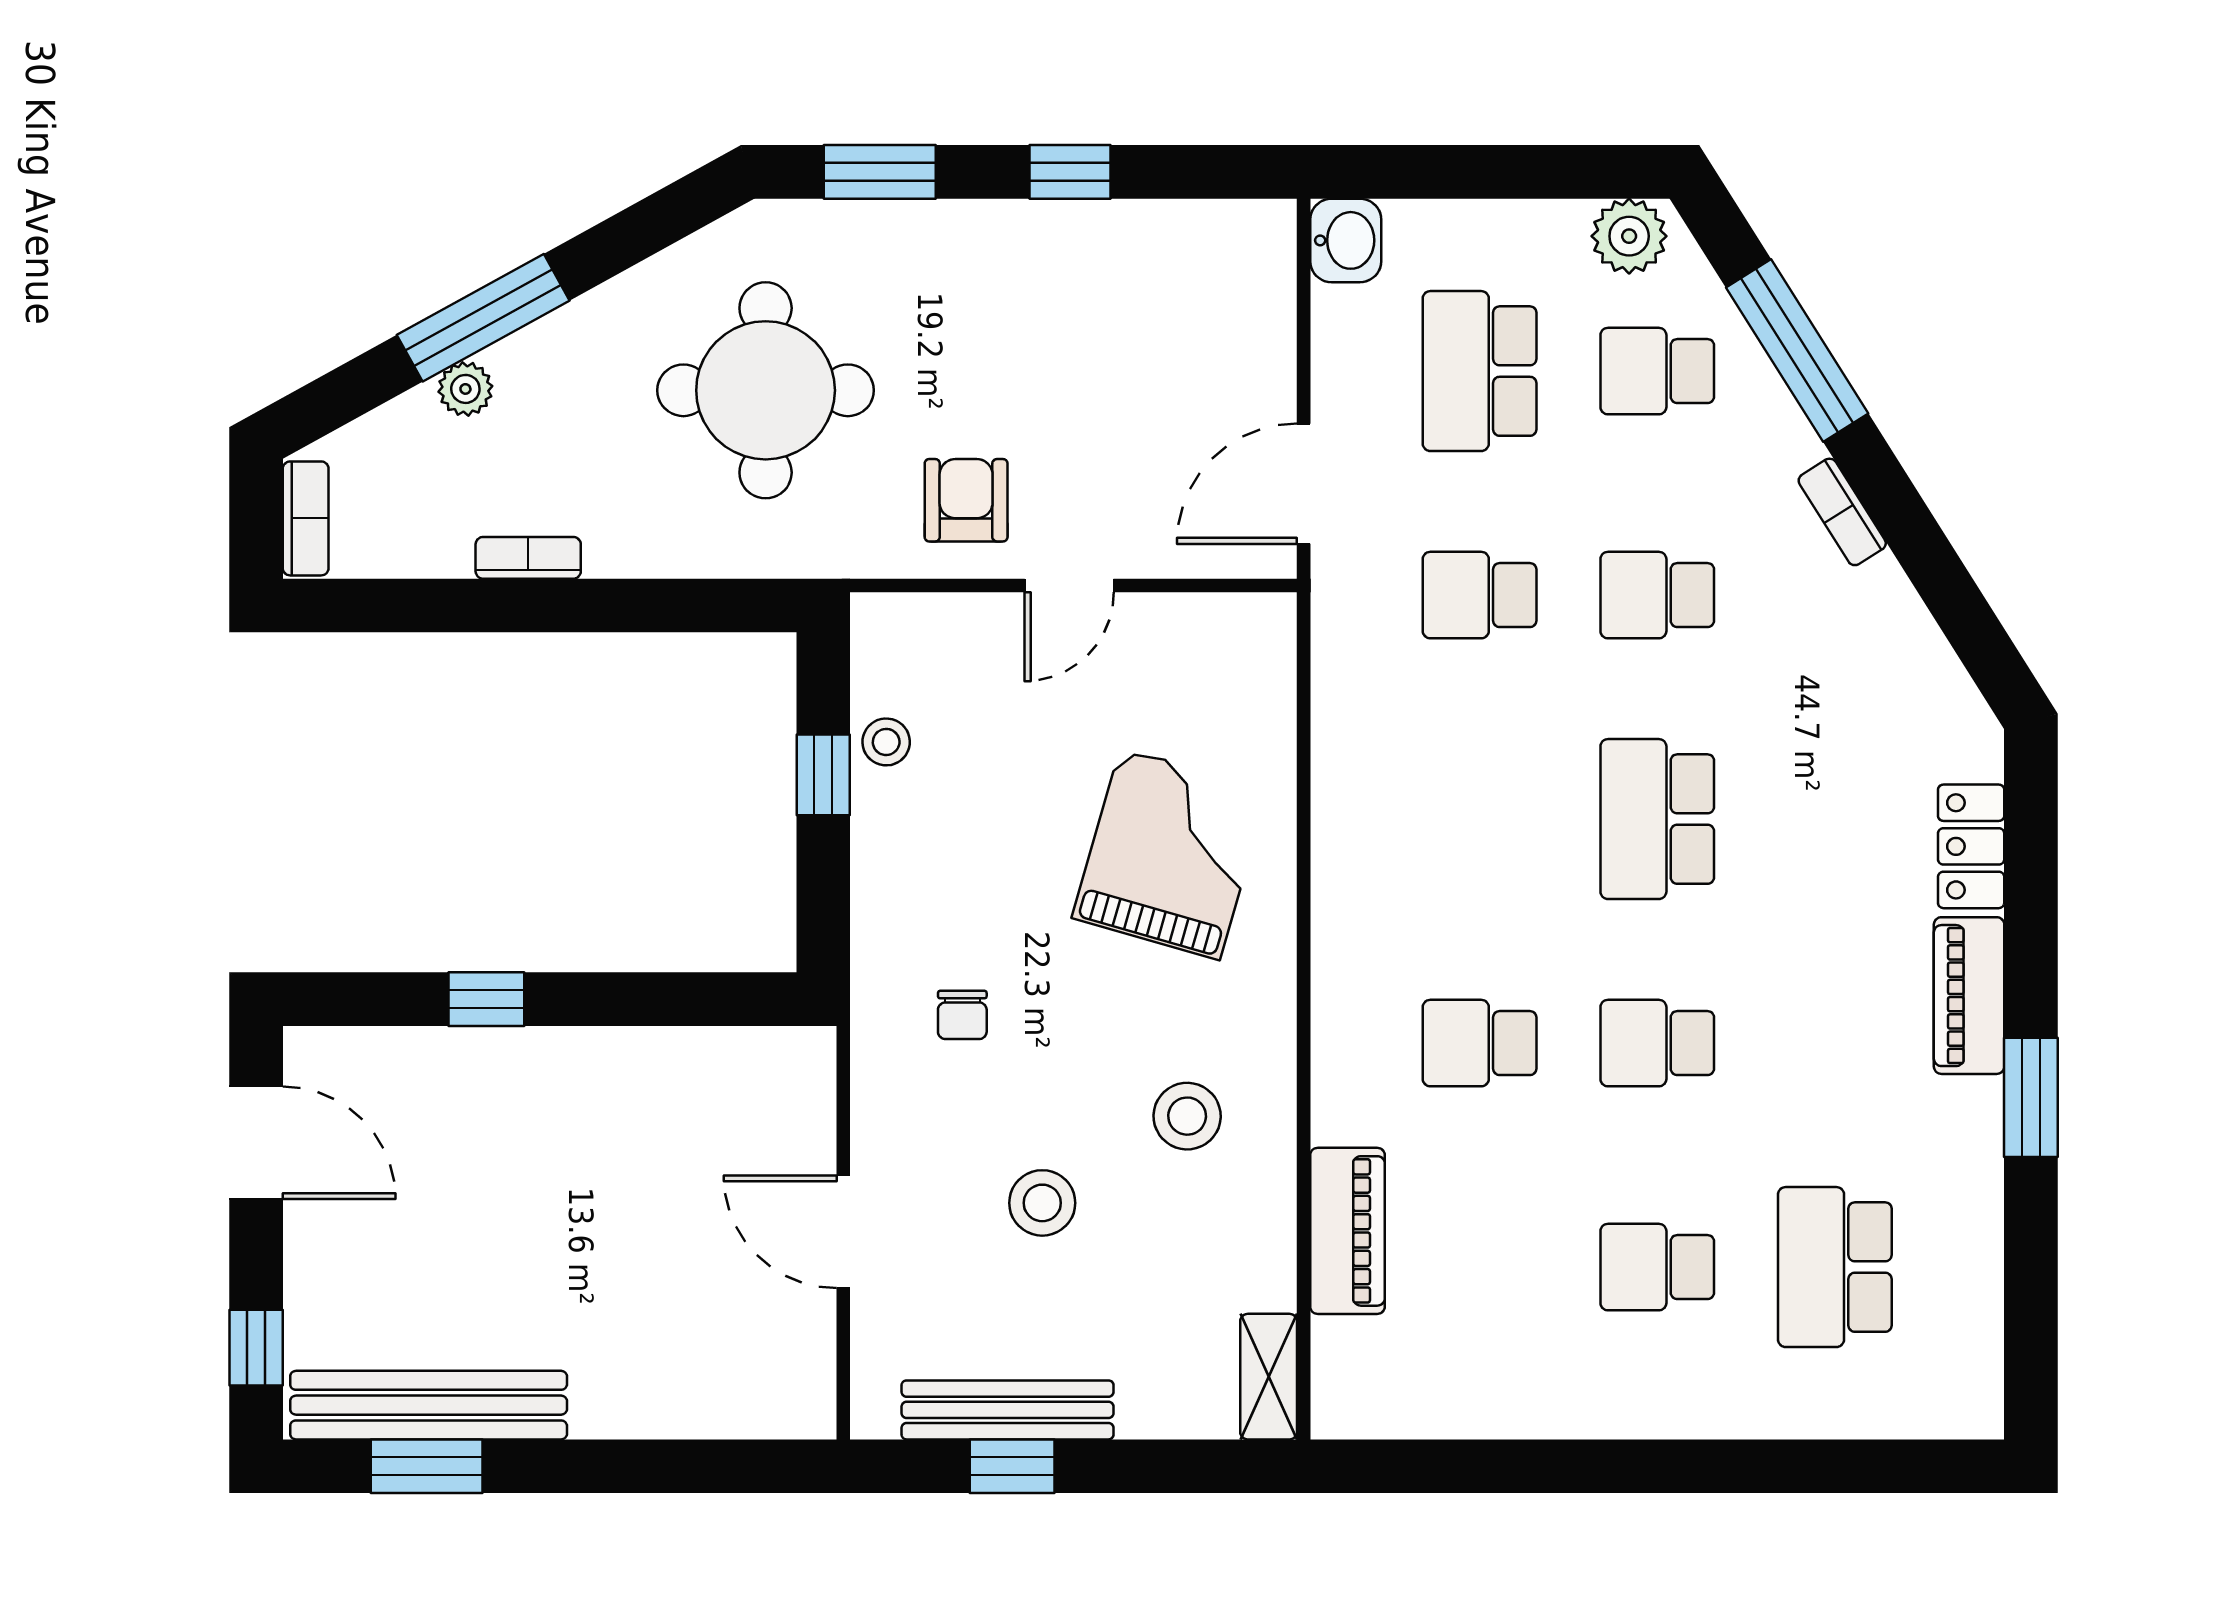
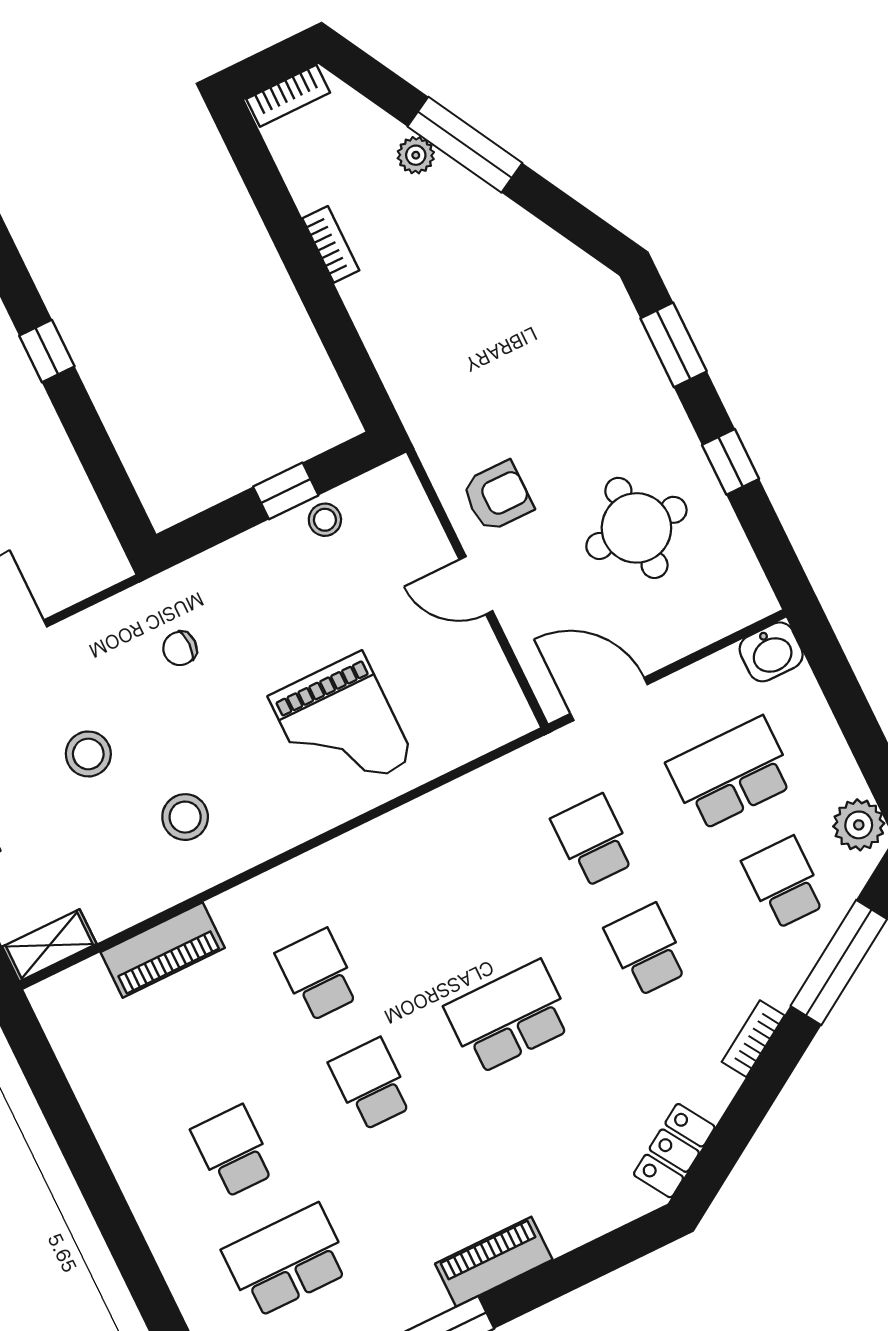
round table: (766, 390) -> (636, 528), moved, width x0.73, depth x0.73
locker: (1971, 846) -> (674, 1151), moved, turned -32
grand piano: (1170, 854) -> (341, 728), turned 74

